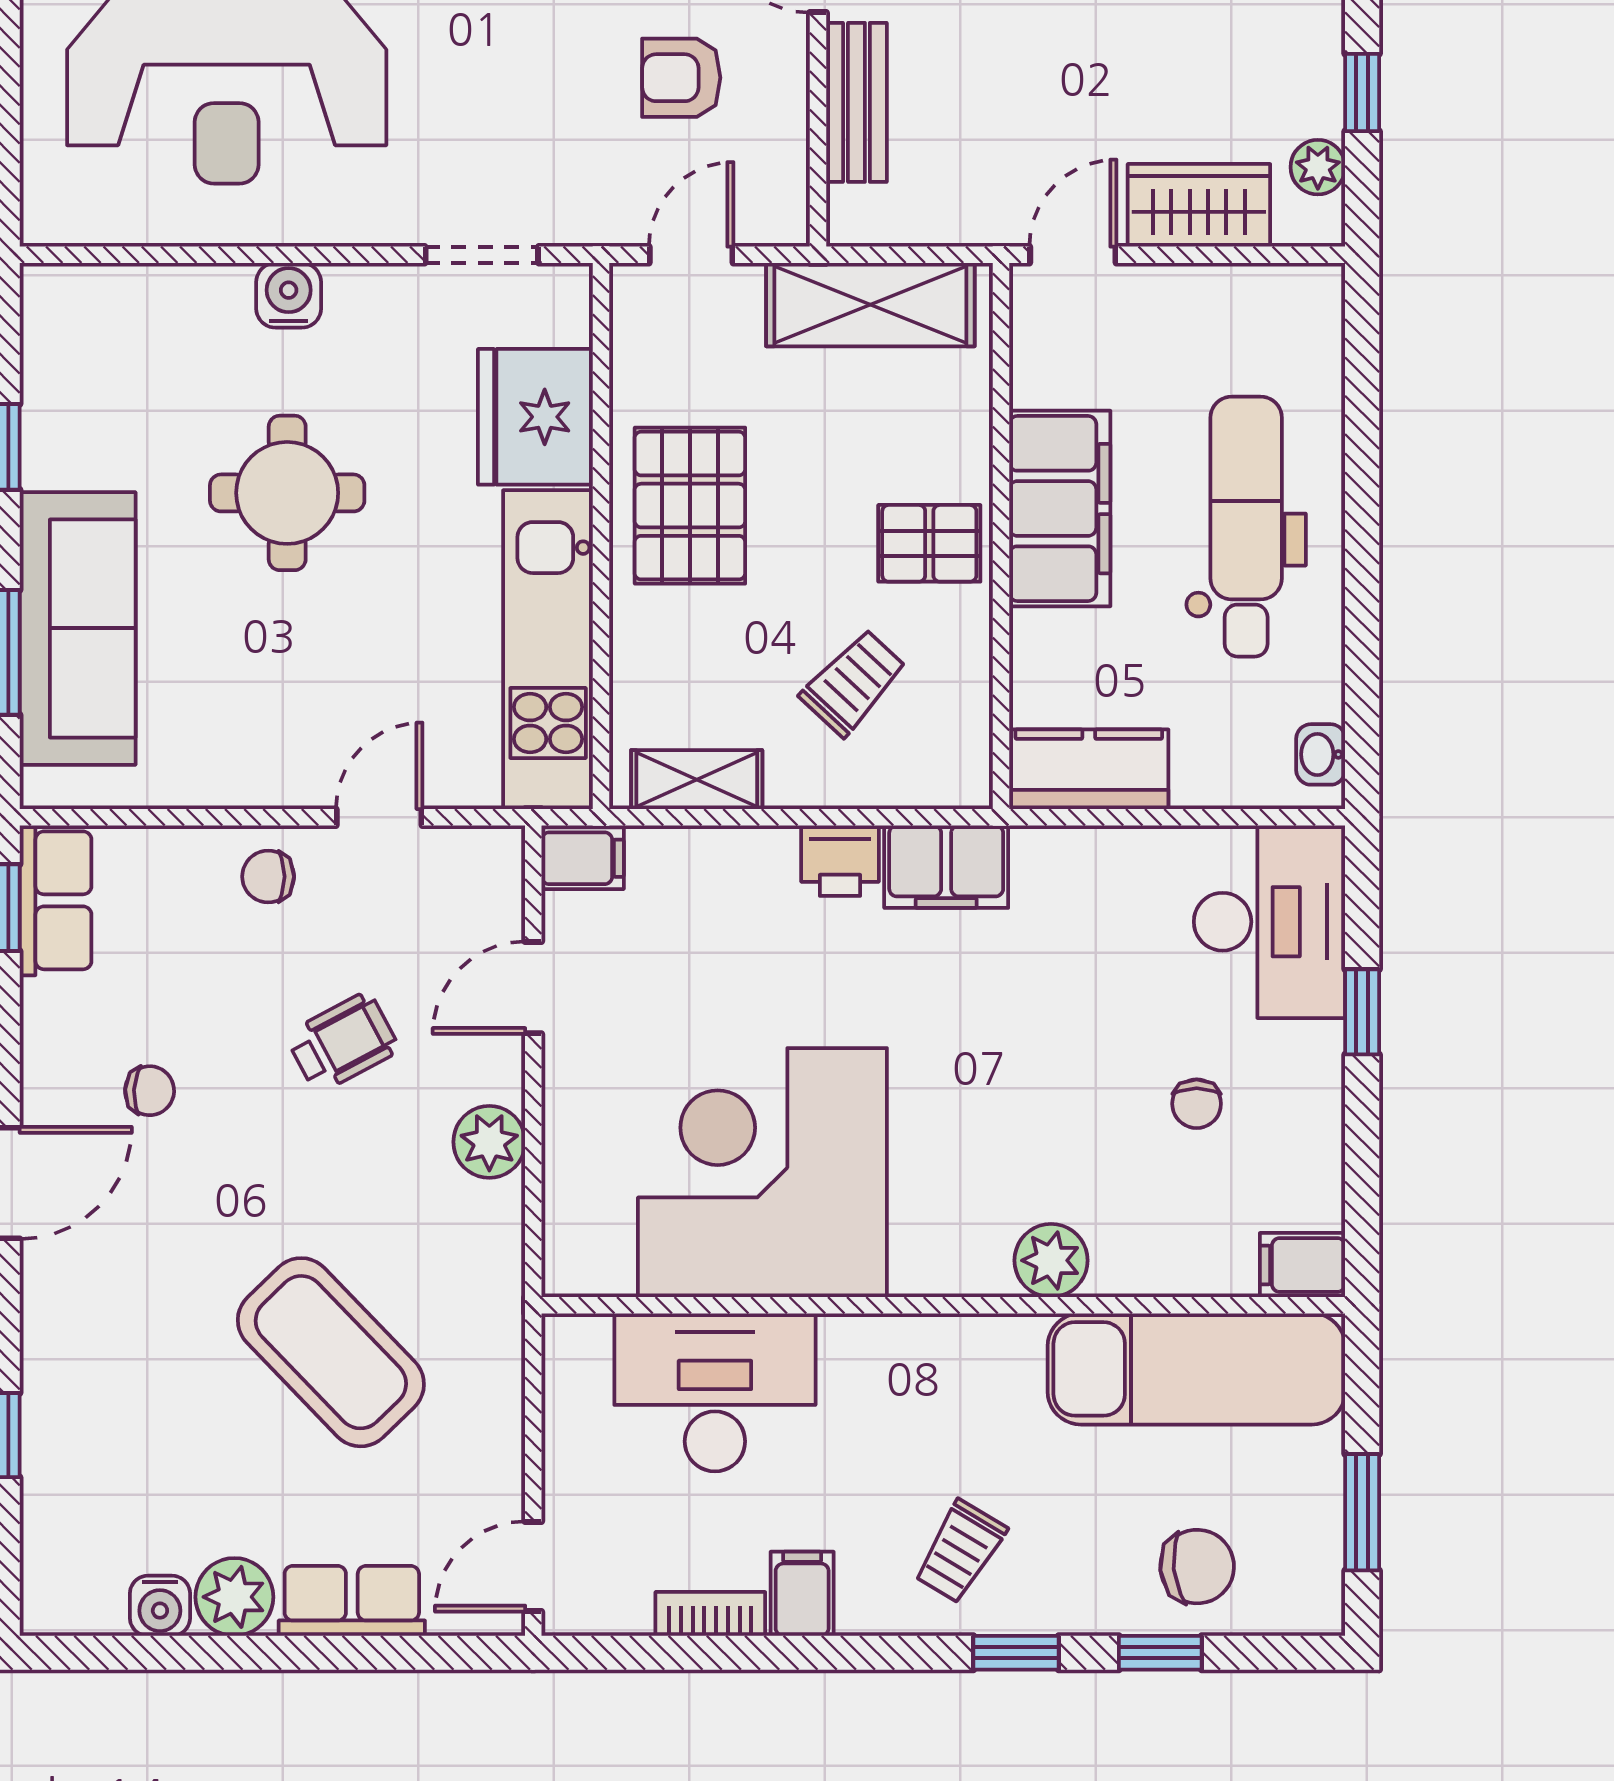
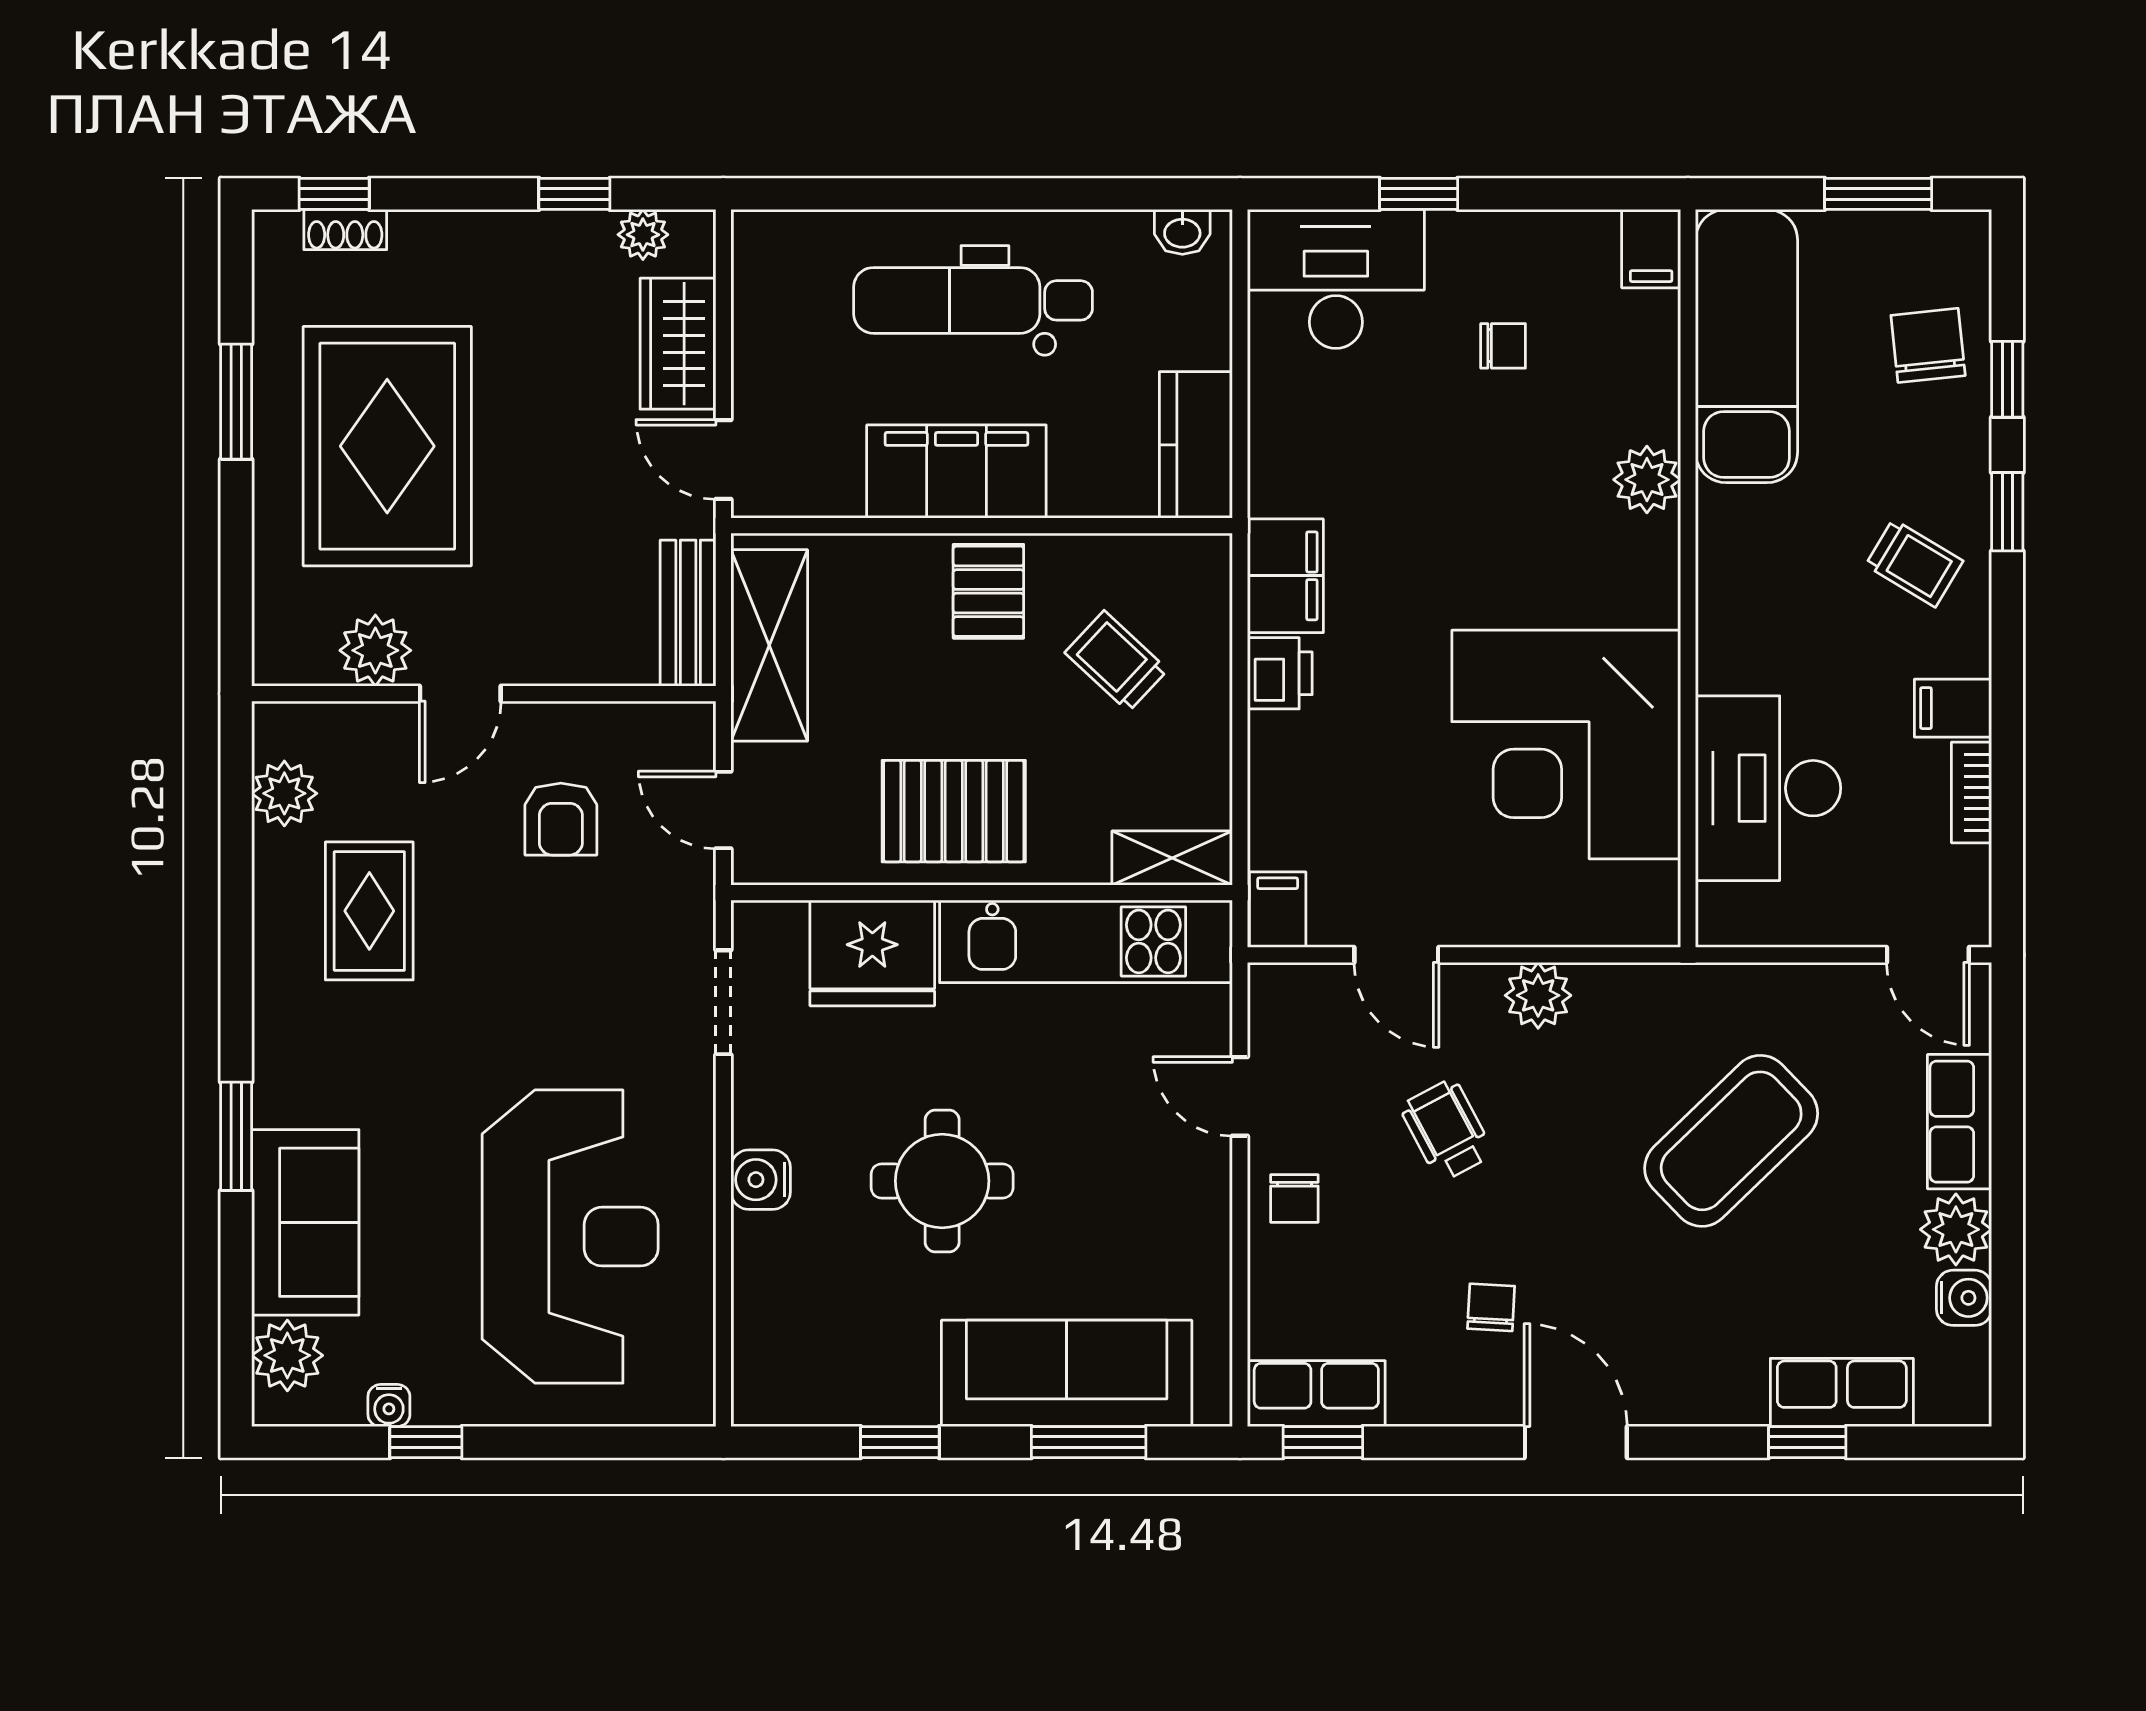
bench: (856, 102) -> (688, 613), moved, turned 90
shelving: (697, 780) -> (1172, 858), moved, turned 90
row of seats: (57, 1473) -> (1842, 1392), added

